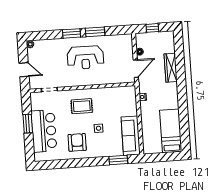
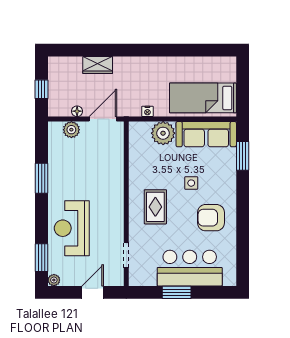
window: (72, 33) -> (42, 258), moved
plant: (128, 49) -> (71, 130), added
reception desk: (85, 58) -> (72, 228), moved, turned 180
wardrobe: (171, 68) -> (98, 65), width x0.67
door: (136, 69) -> (103, 119), hinge flipped
plant: (129, 108) -> (163, 133), added
bed: (171, 131) -> (203, 98), moved

